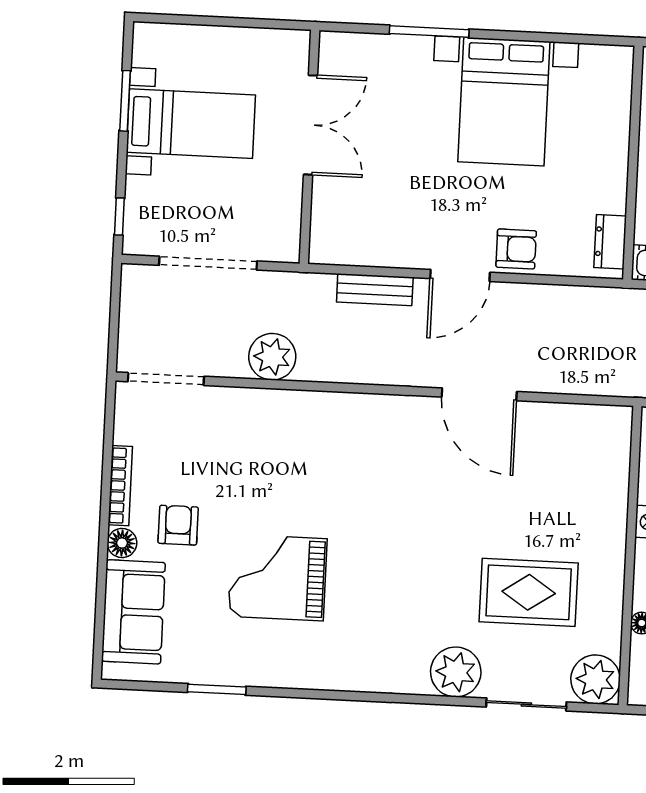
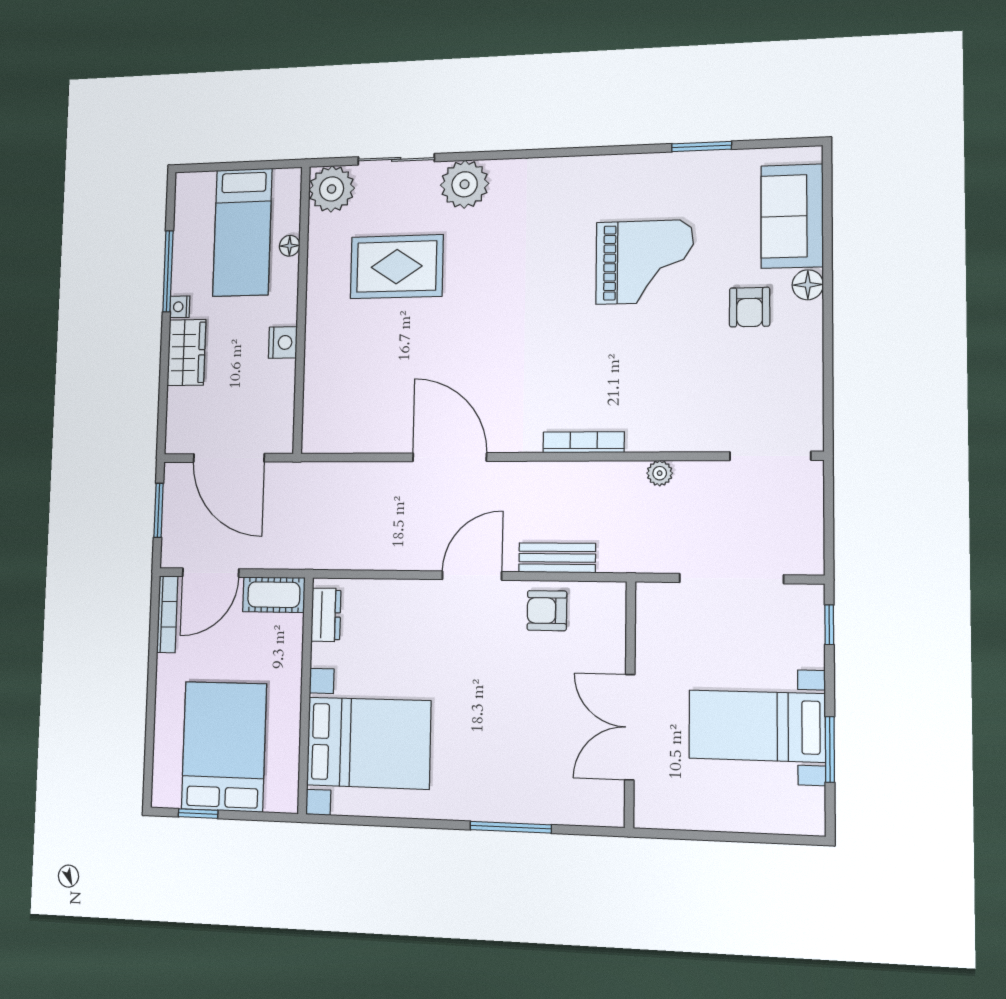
bed with nightstands: (504, 102) -> (369, 743), moved, turned 90
armchair: (516, 249) -> (547, 611), moved
plant: (272, 357) -> (660, 473), width x0.53, depth x0.53
bookcase: (120, 486) -> (584, 442), moved, turned 90

